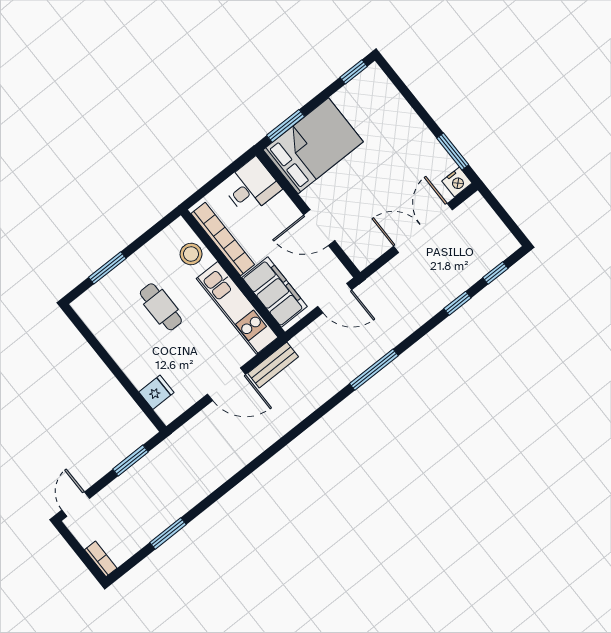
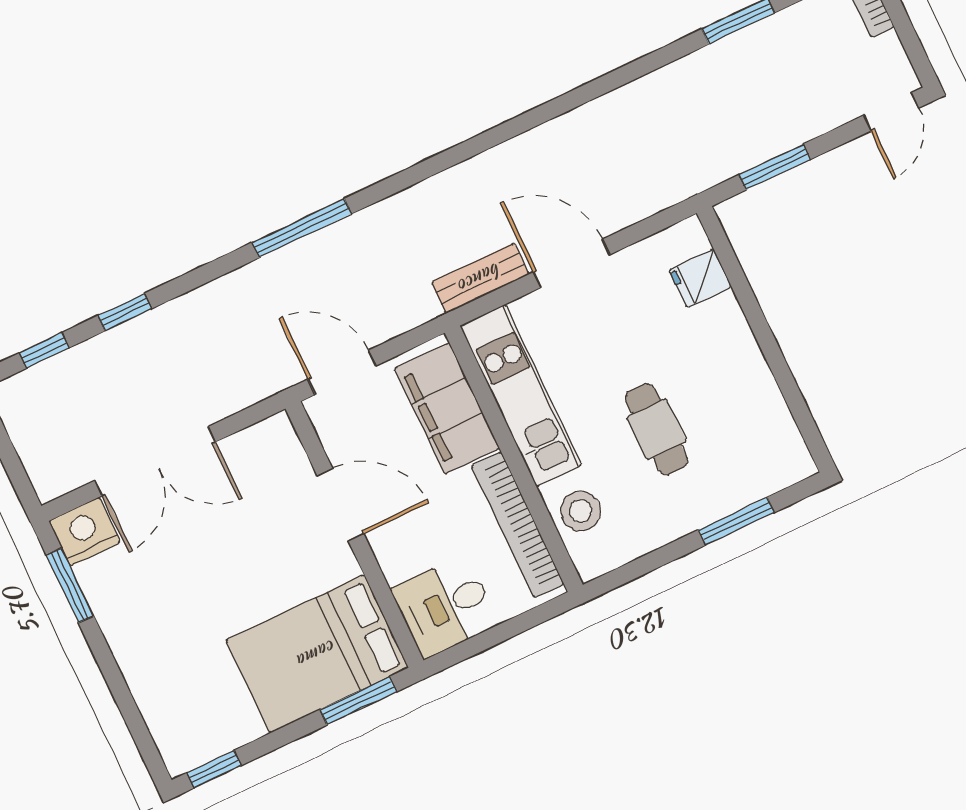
nightstand: (457, 182) -> (85, 532), width x1.36, depth x1.33

